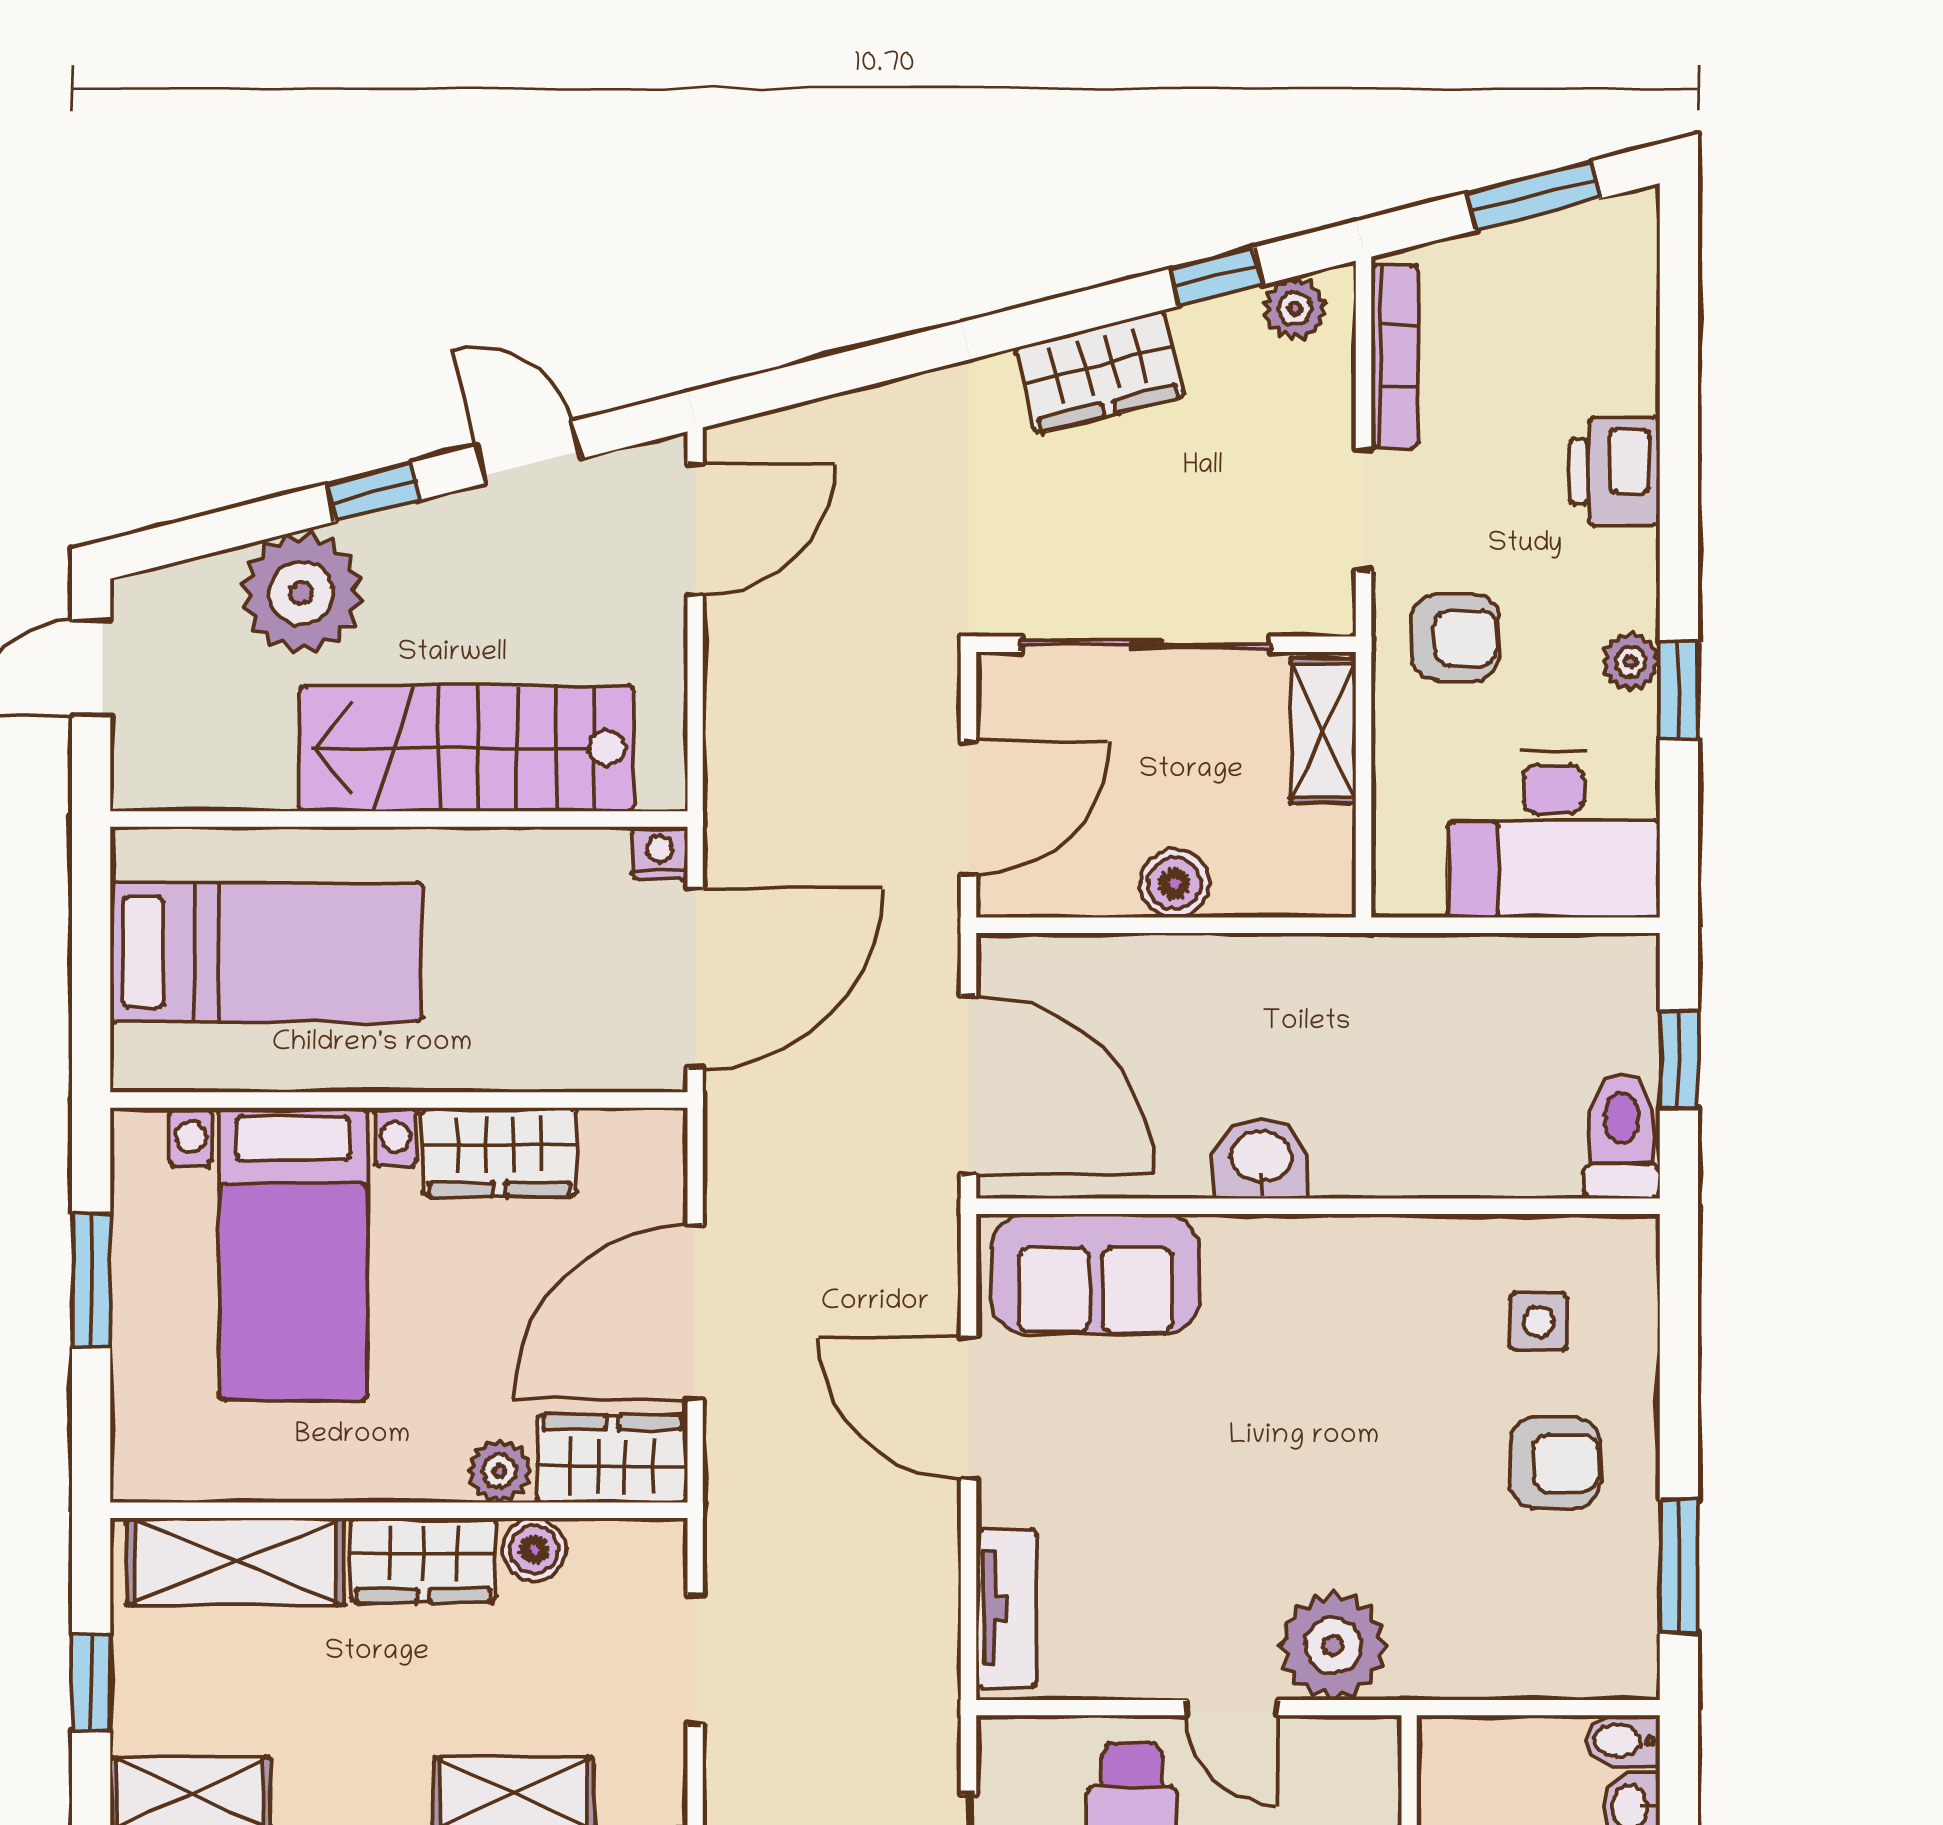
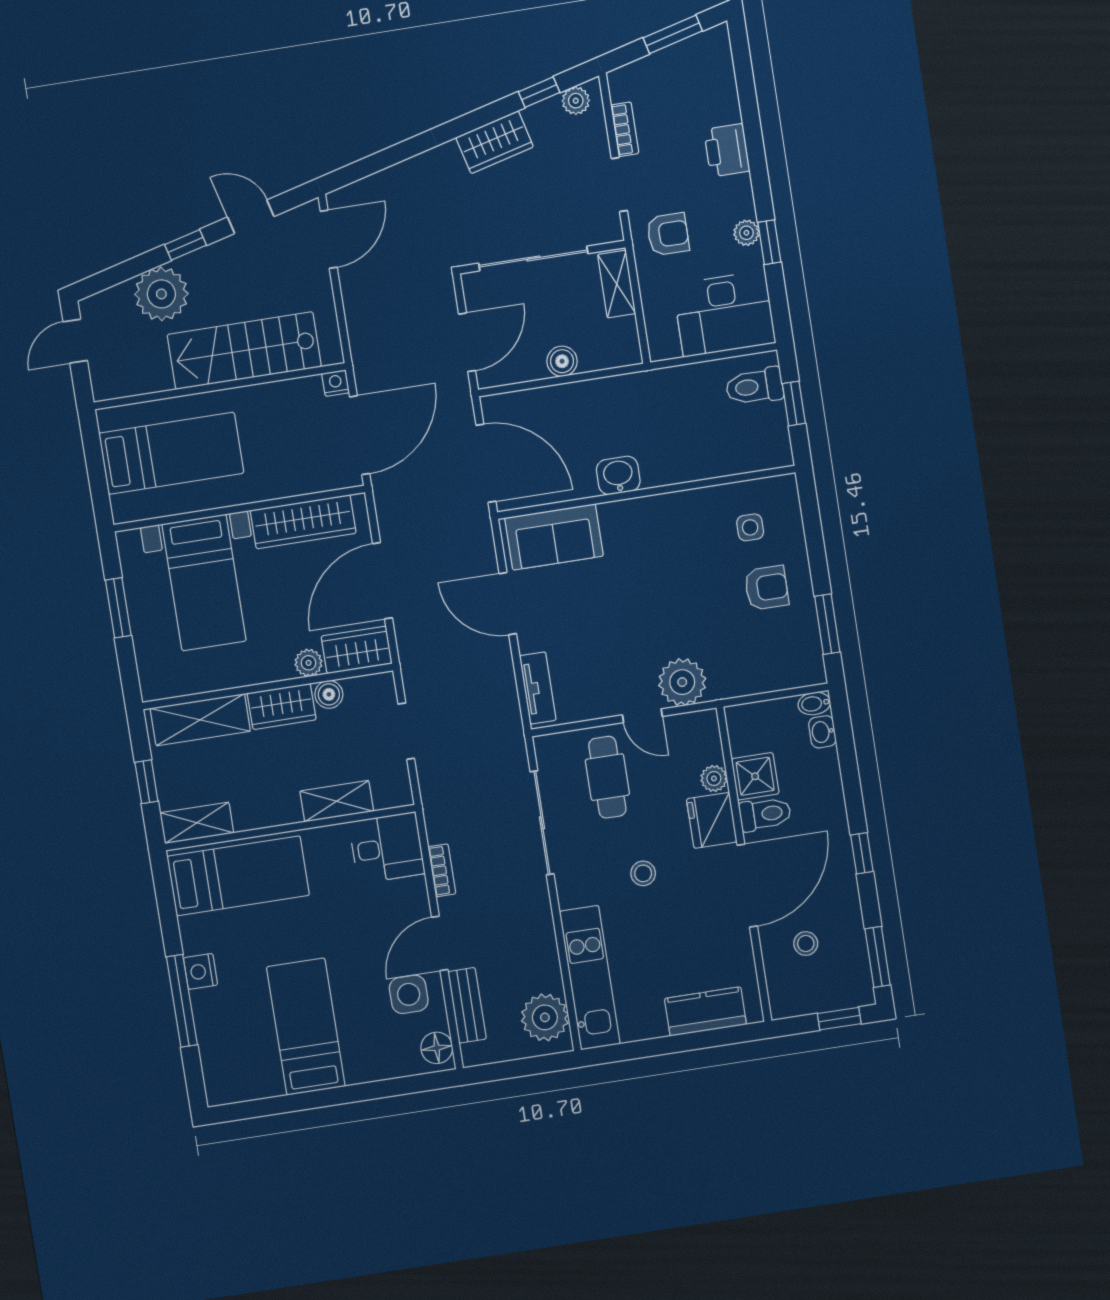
bookcase: (1395, 356) -> (625, 129), width x0.64
toilet: (1621, 1136) -> (755, 386), moved, turned -90
wardrobe: (499, 1152) -> (303, 522), width x1.50

